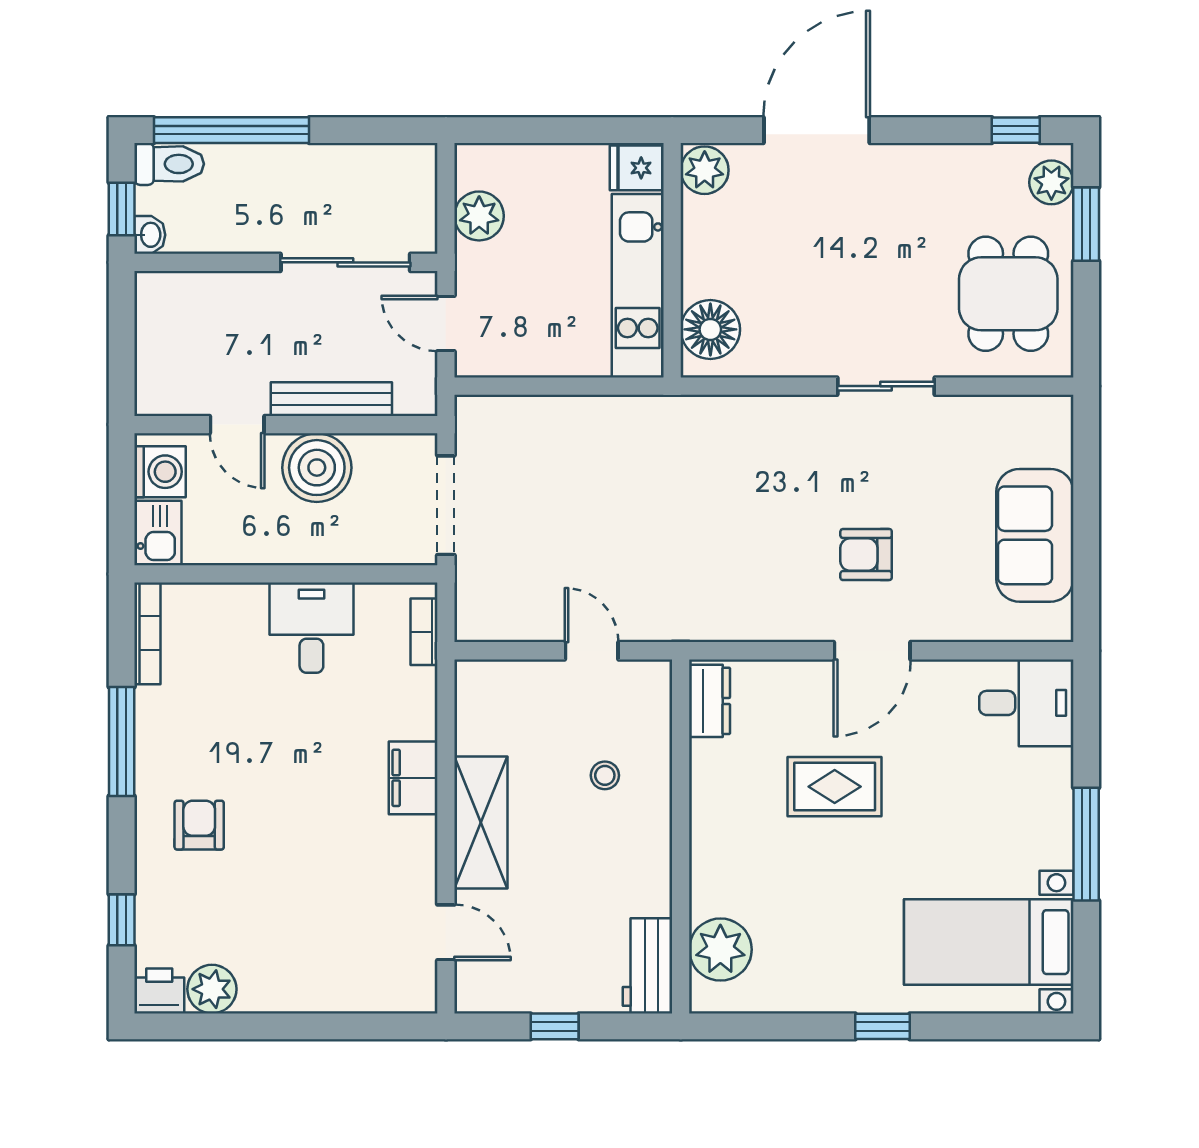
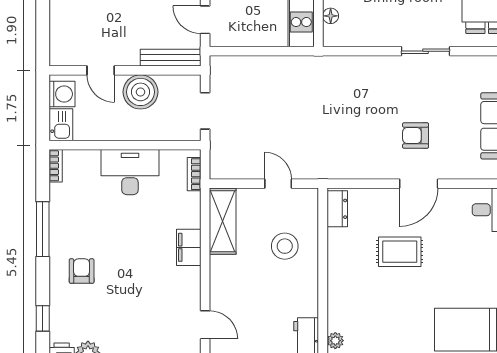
floor lamp: (710, 329) -> (331, 16), width x0.53, depth x0.53
bench: (331, 399) -> (171, 58), moved
doorway: (446, 505) -> (205, 111), width x0.73
desk: (311, 628) -> (130, 172), width x1.37
bookcase: (147, 633) -> (56, 166), width x0.64
stool: (605, 775) -> (285, 246), width x1.89, depth x1.89
shelving: (481, 822) -> (223, 221), moved
plant: (720, 950) -> (335, 341), width x0.53, depth x0.53

